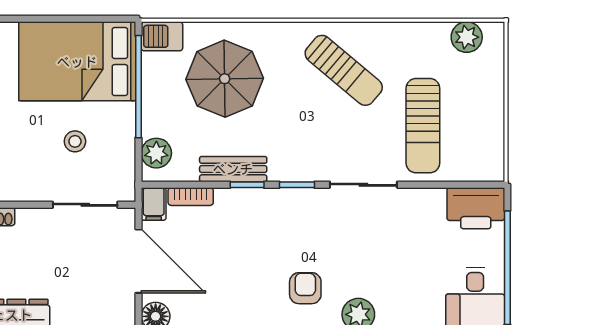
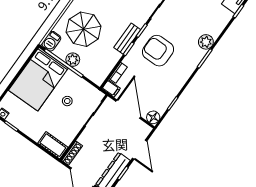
plant: (156, 153) -> (73, 60), moved
bench: (233, 169) -> (127, 39), moved
door: (138, 261) -> (128, 109), hinge flipped
armchair: (305, 288) -> (158, 51), moved, width x1.88, depth x1.88

